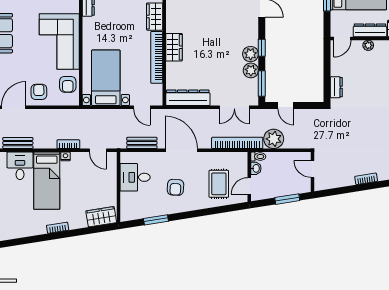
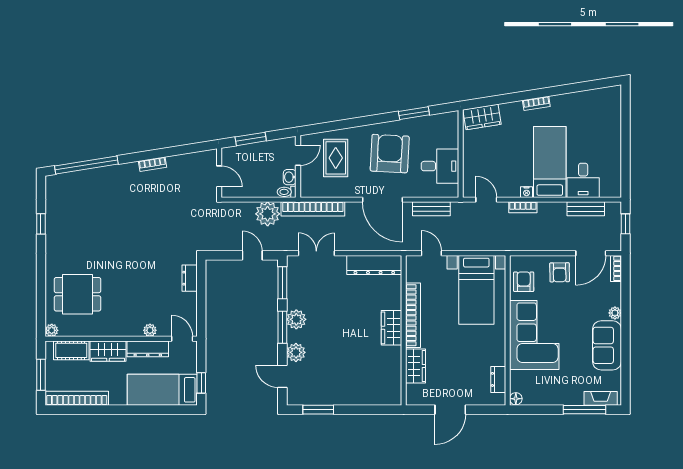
door: (342, 38) -> (182, 339), hinge flipped
window: (262, 48) -> (282, 327), width x1.50
plant: (251, 70) -> (296, 352), moved
armchair: (175, 187) -> (390, 154), width x1.88, depth x1.88

